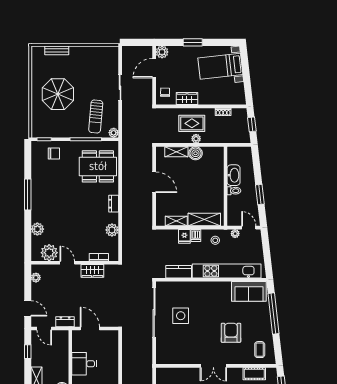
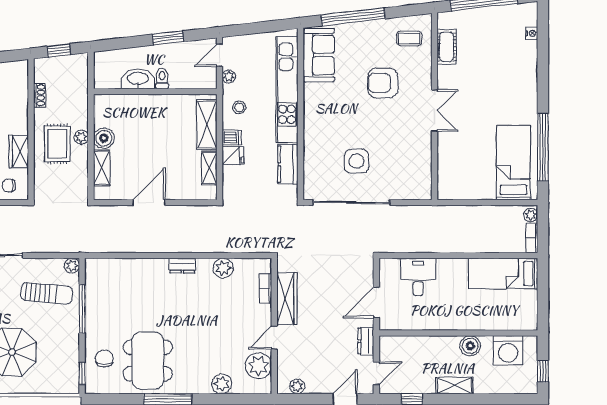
dining table: (98, 166) -> (148, 360), moved
wardrobe: (92, 271) -> (287, 299), width x1.50
desk: (84, 364) -> (418, 277), moved, turned 180

